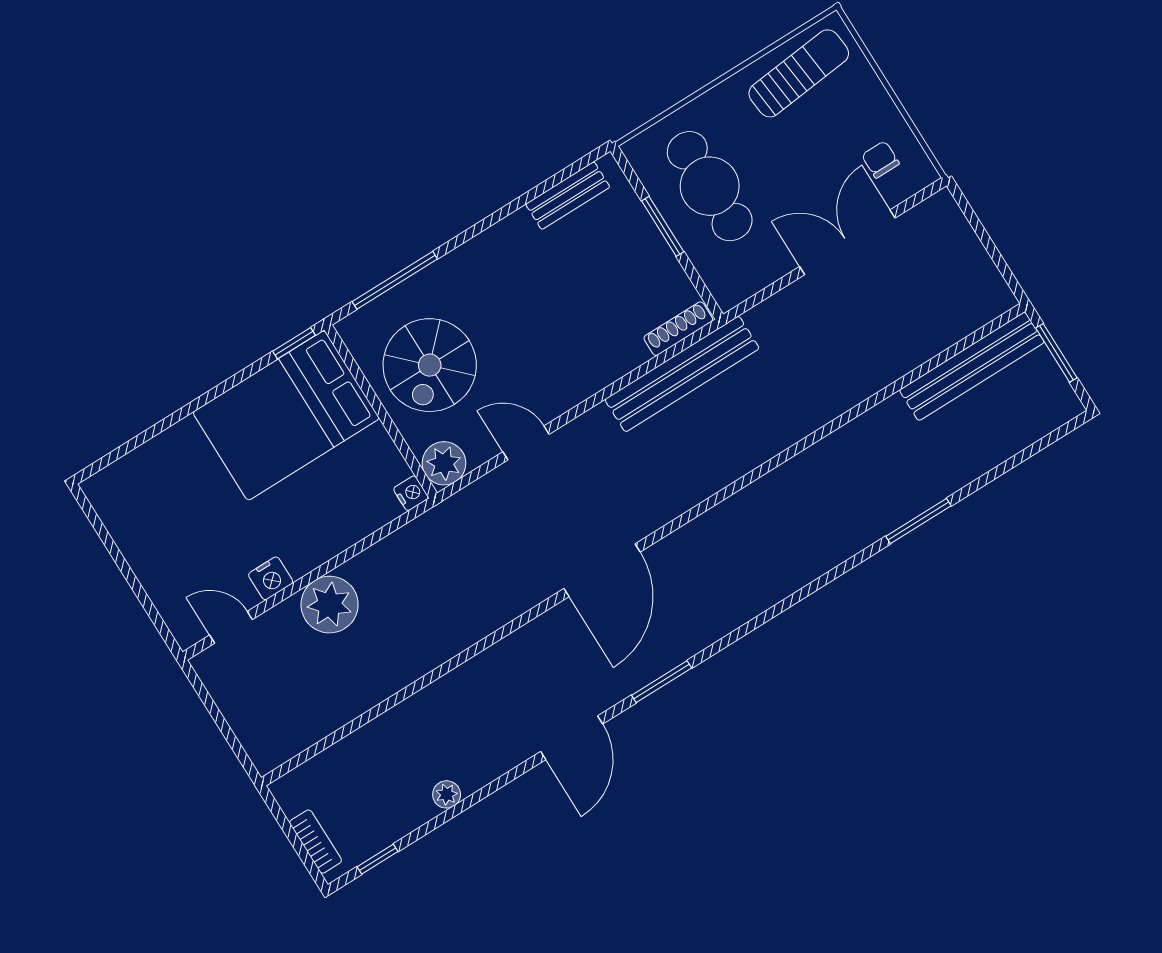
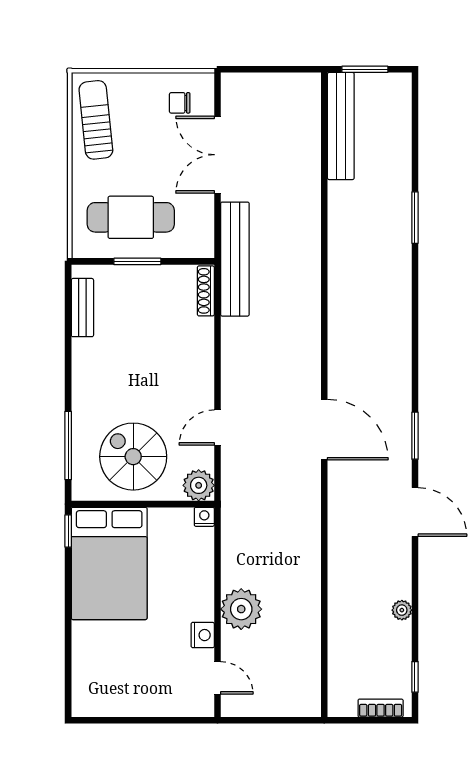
spiral stairs: (430, 365) -> (133, 457), turned 180
bench: (682, 374) -> (235, 259), moved
door: (231, 627) -> (218, 678), swing flipped

